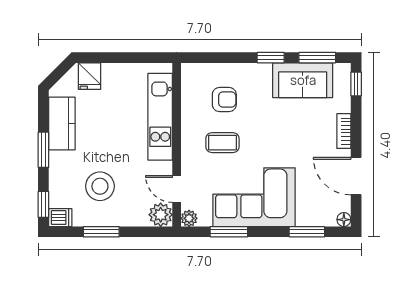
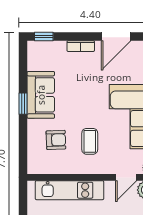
window: (317, 58) -> (23, 67), removed
sofa: (303, 80) -> (41, 95), moved
armchair: (224, 100) -> (56, 140), turned 88

